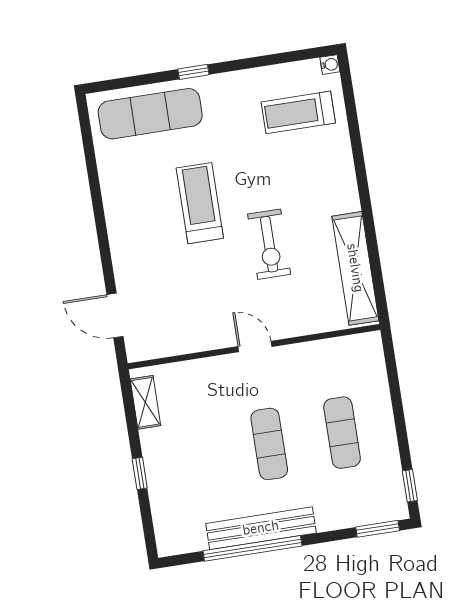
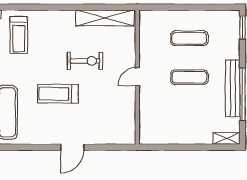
door: (115, 316) -> (72, 147), moved
shelving: (145, 402) -> (226, 138), moved
window: (140, 473) -> (194, 147), removed
window: (410, 486) -> (223, 7), removed

